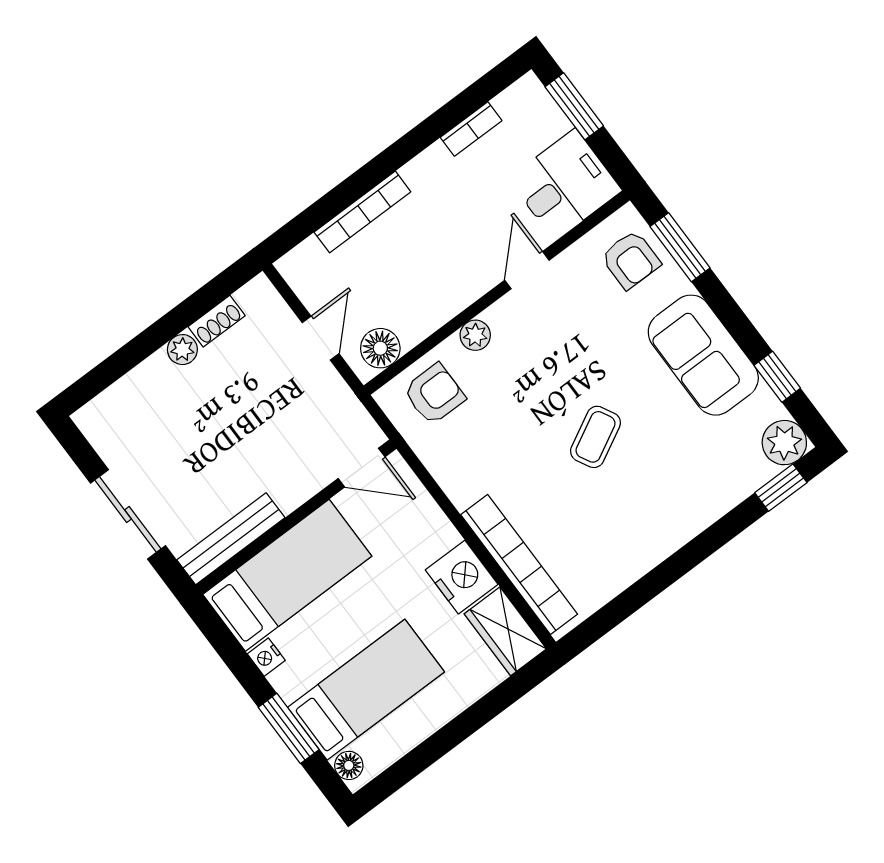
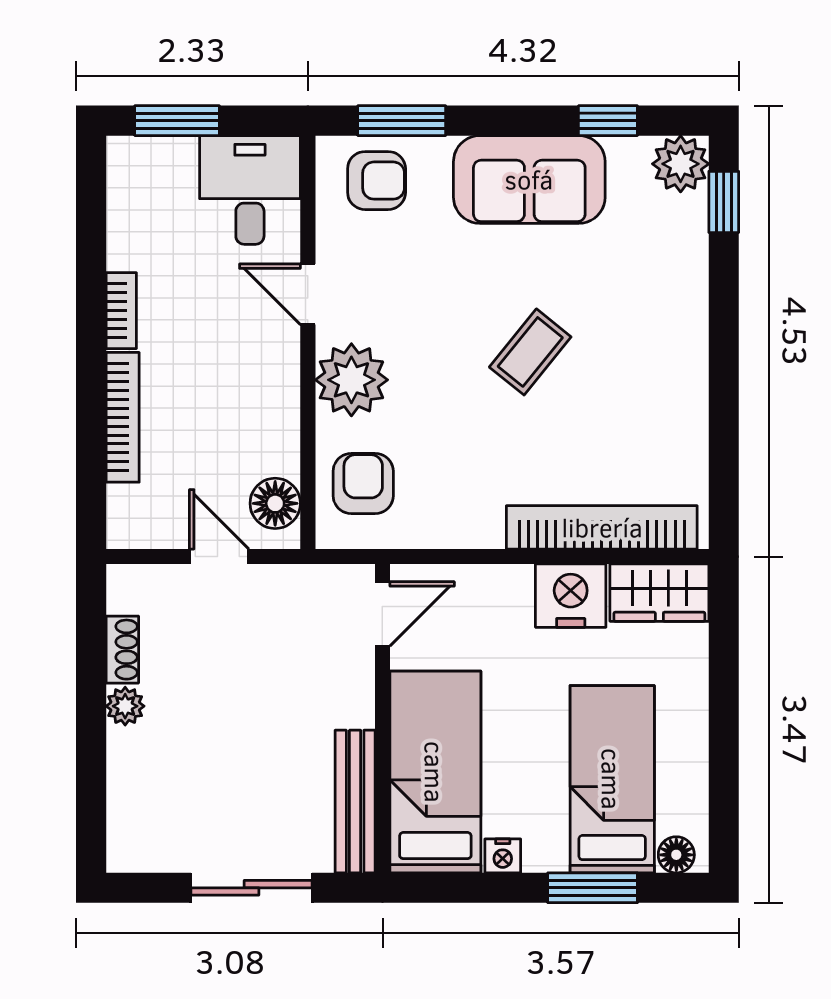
bookcase: (471, 129) -> (121, 311), moved
plant: (475, 335) -> (351, 380), width x1.88, depth x1.88
coffee table: (595, 437) -> (530, 352), turned 67

